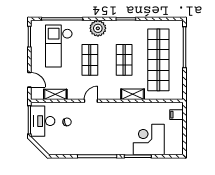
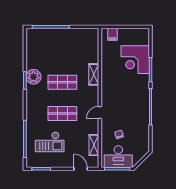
plant: (98, 28) -> (33, 77), moved
checkout: (59, 46) -> (50, 142), width x0.73, depth x0.83
shop shelf: (158, 60) -> (62, 51), removed
door: (29, 80) -> (81, 169), hinge flipped
door: (91, 101) -> (100, 113), hinge flipped

